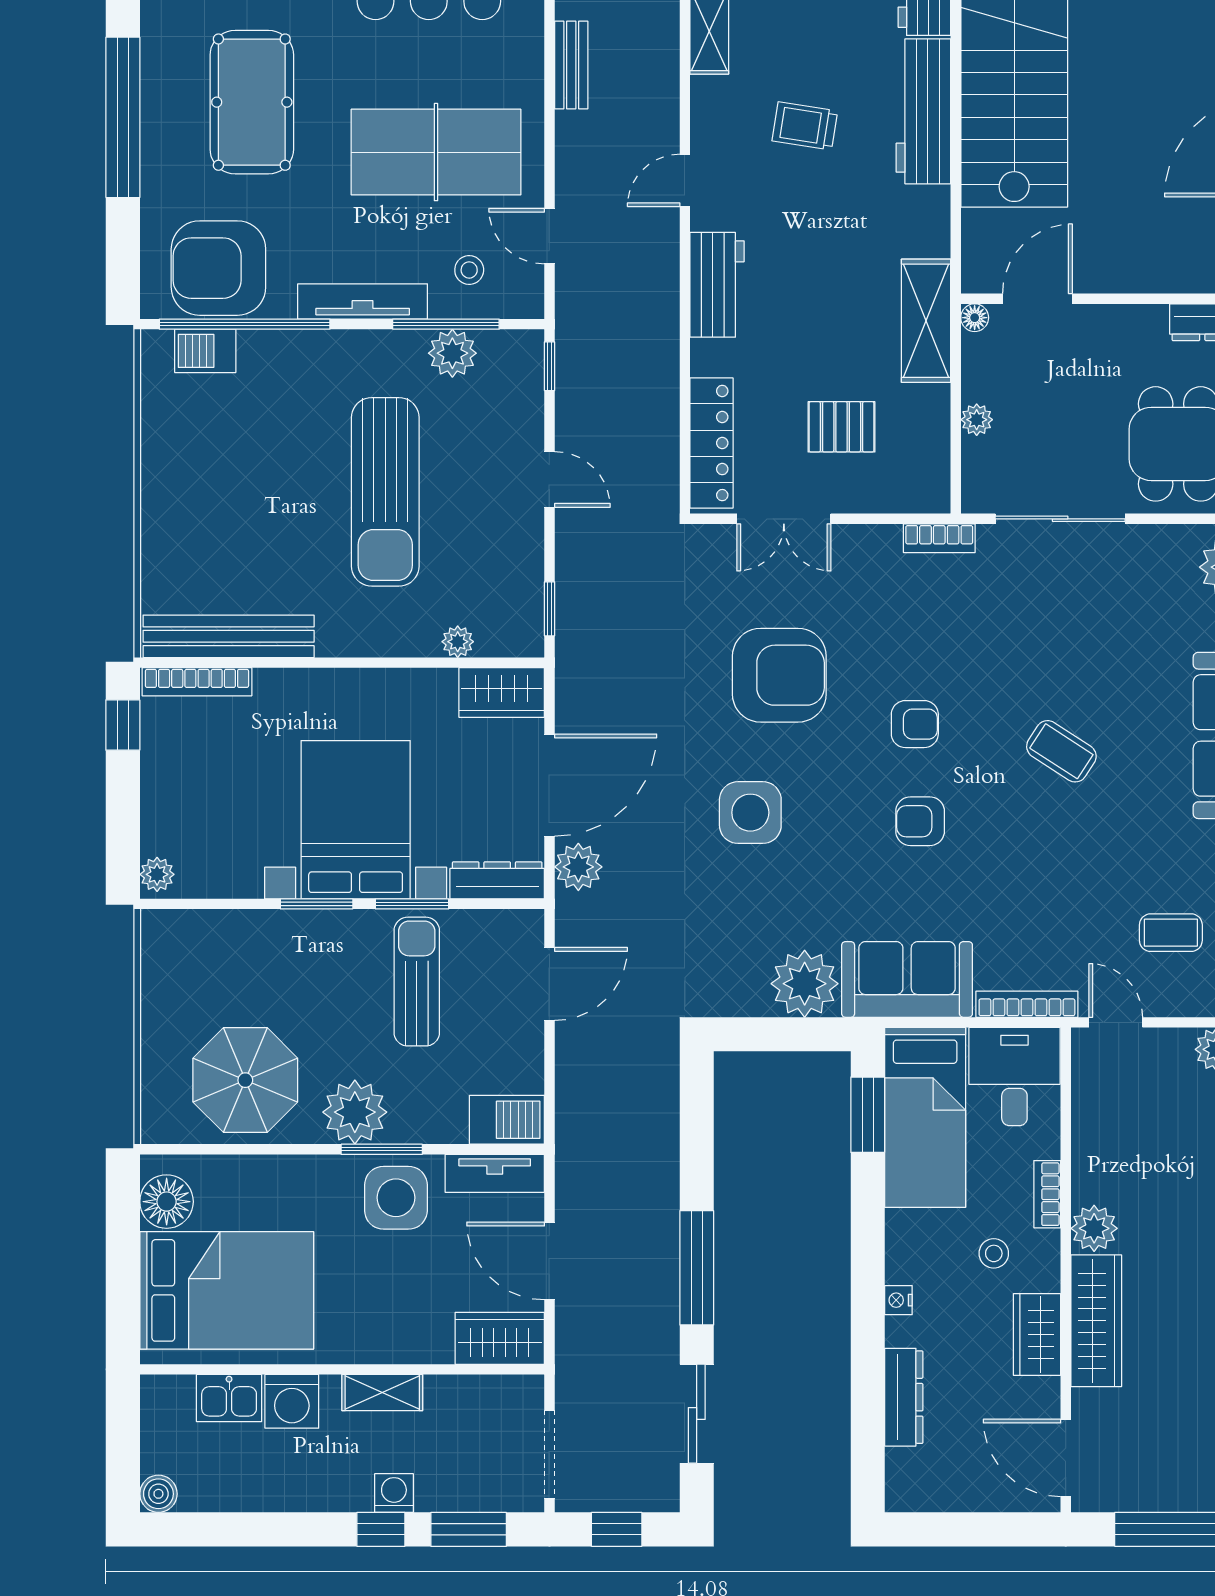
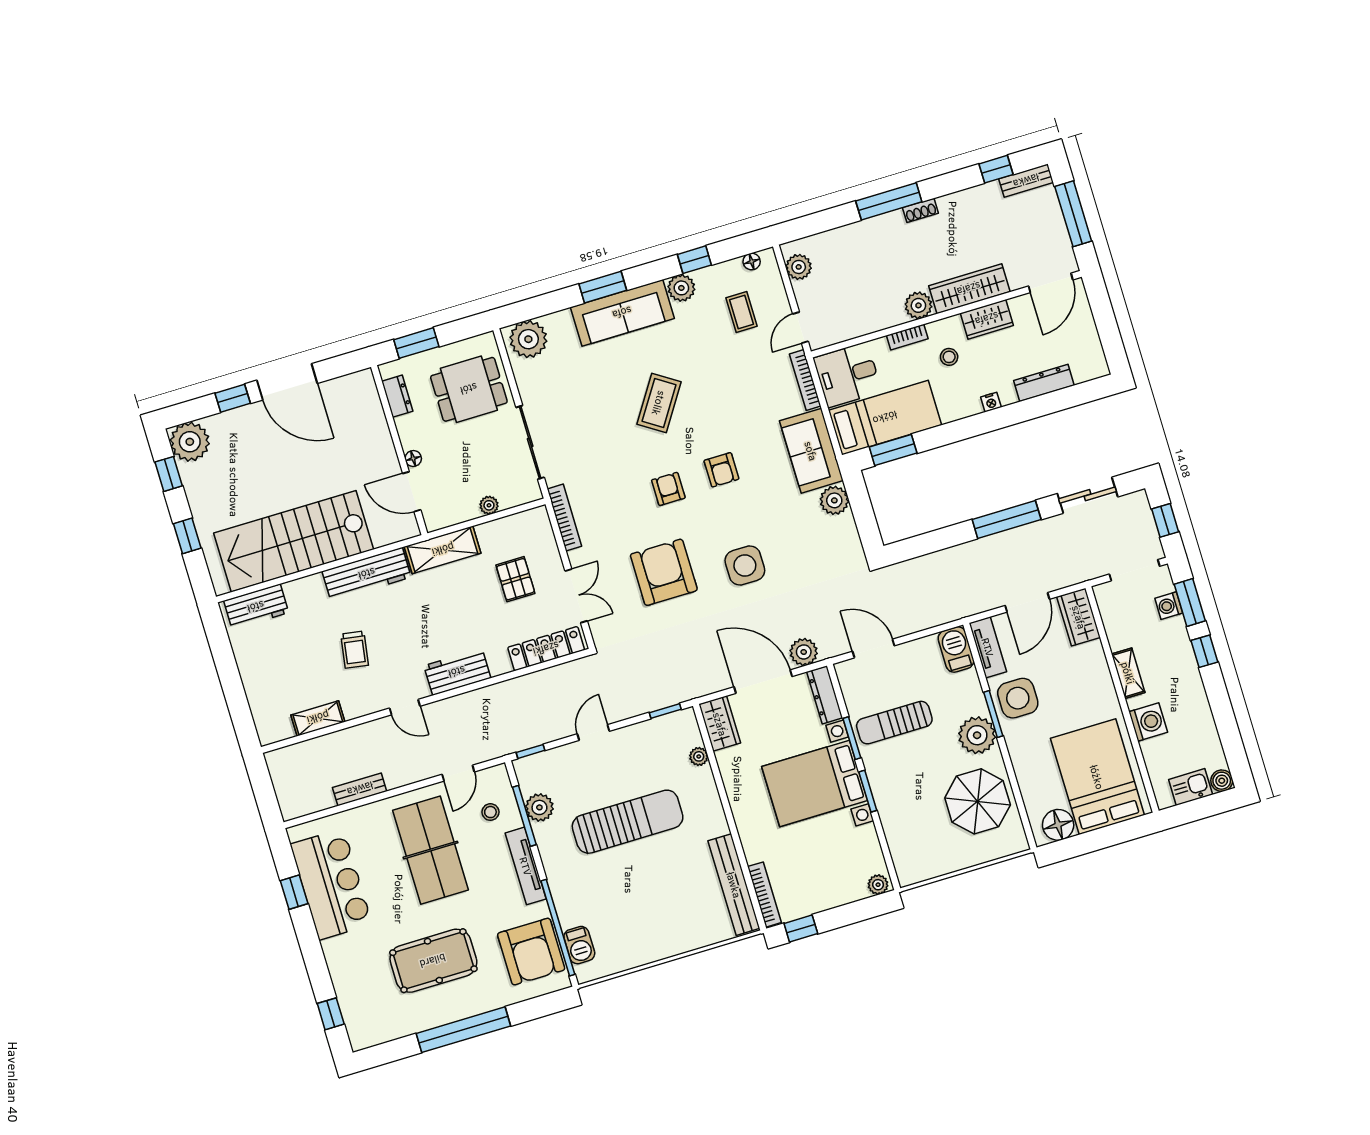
workbench: (923, 111) -> (367, 574), moved
floor lamp: (975, 318) -> (413, 458), moved
bookcase: (939, 538) -> (564, 518), width x1.56
coffee table: (1061, 751) -> (659, 403), width x1.36, depth x1.30
plant: (805, 984) -> (834, 500), width x0.73, depth x0.73
kitchen sink: (229, 1398) -> (1191, 787), moved, turned -90
washing machine: (394, 1493) -> (1169, 606), moved

